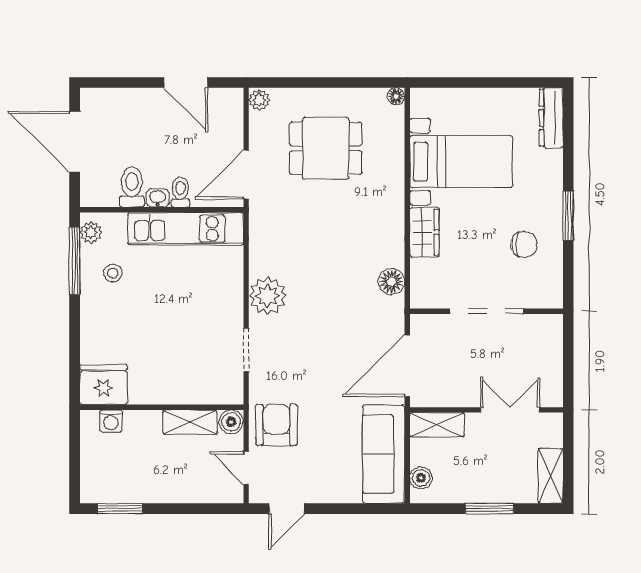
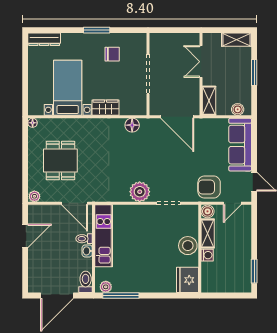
toilet: (132, 187) -> (86, 282), moved, turned 90
chair: (524, 244) -> (112, 54), turned 90
stool: (113, 273) -> (188, 246), moved, width x1.89, depth x1.89
washing machine: (111, 421) -> (207, 255), moved
sofa: (384, 454) -> (240, 145), moved, turned 90

